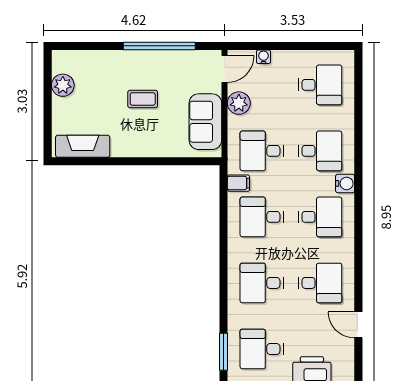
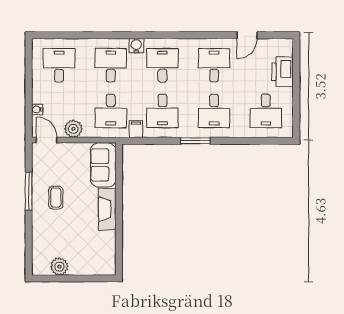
window: (159, 46) -> (29, 191), width x0.68
coffee table: (143, 99) -> (56, 198), moved
sofa: (205, 122) -> (103, 165), moved, turned 90
fireplace: (83, 146) -> (107, 209), moved
window: (224, 352) -> (195, 141), moved

